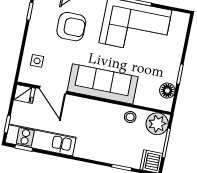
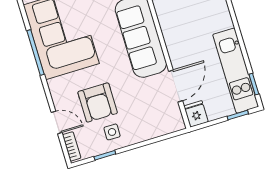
armchair: (71, 27) -> (98, 102), turned 180
side table: (37, 61) -> (112, 132), moved

